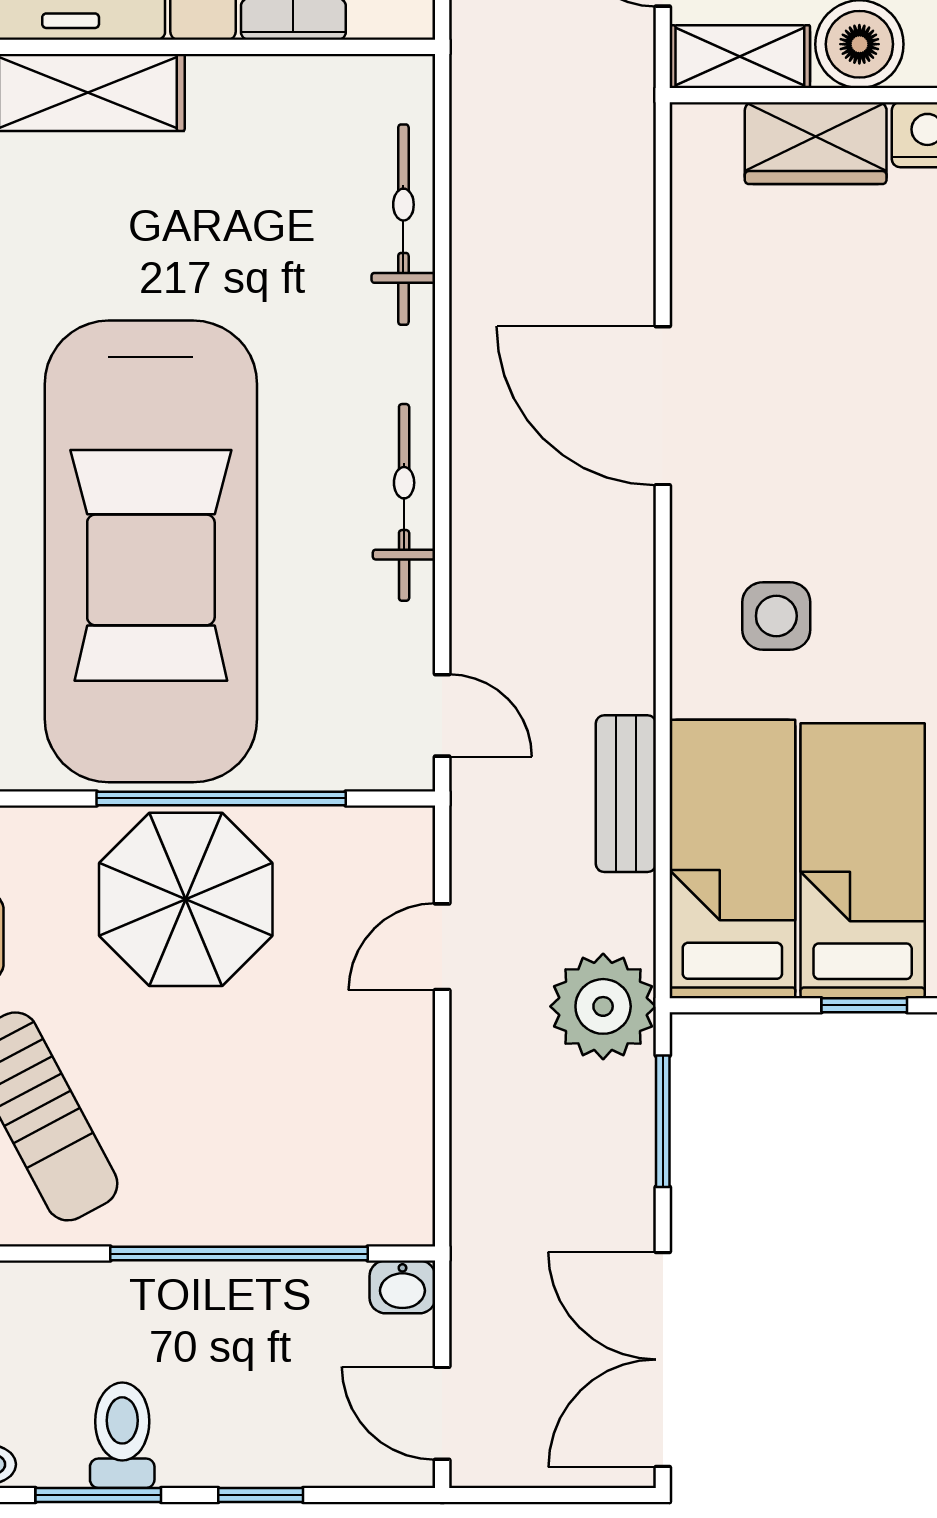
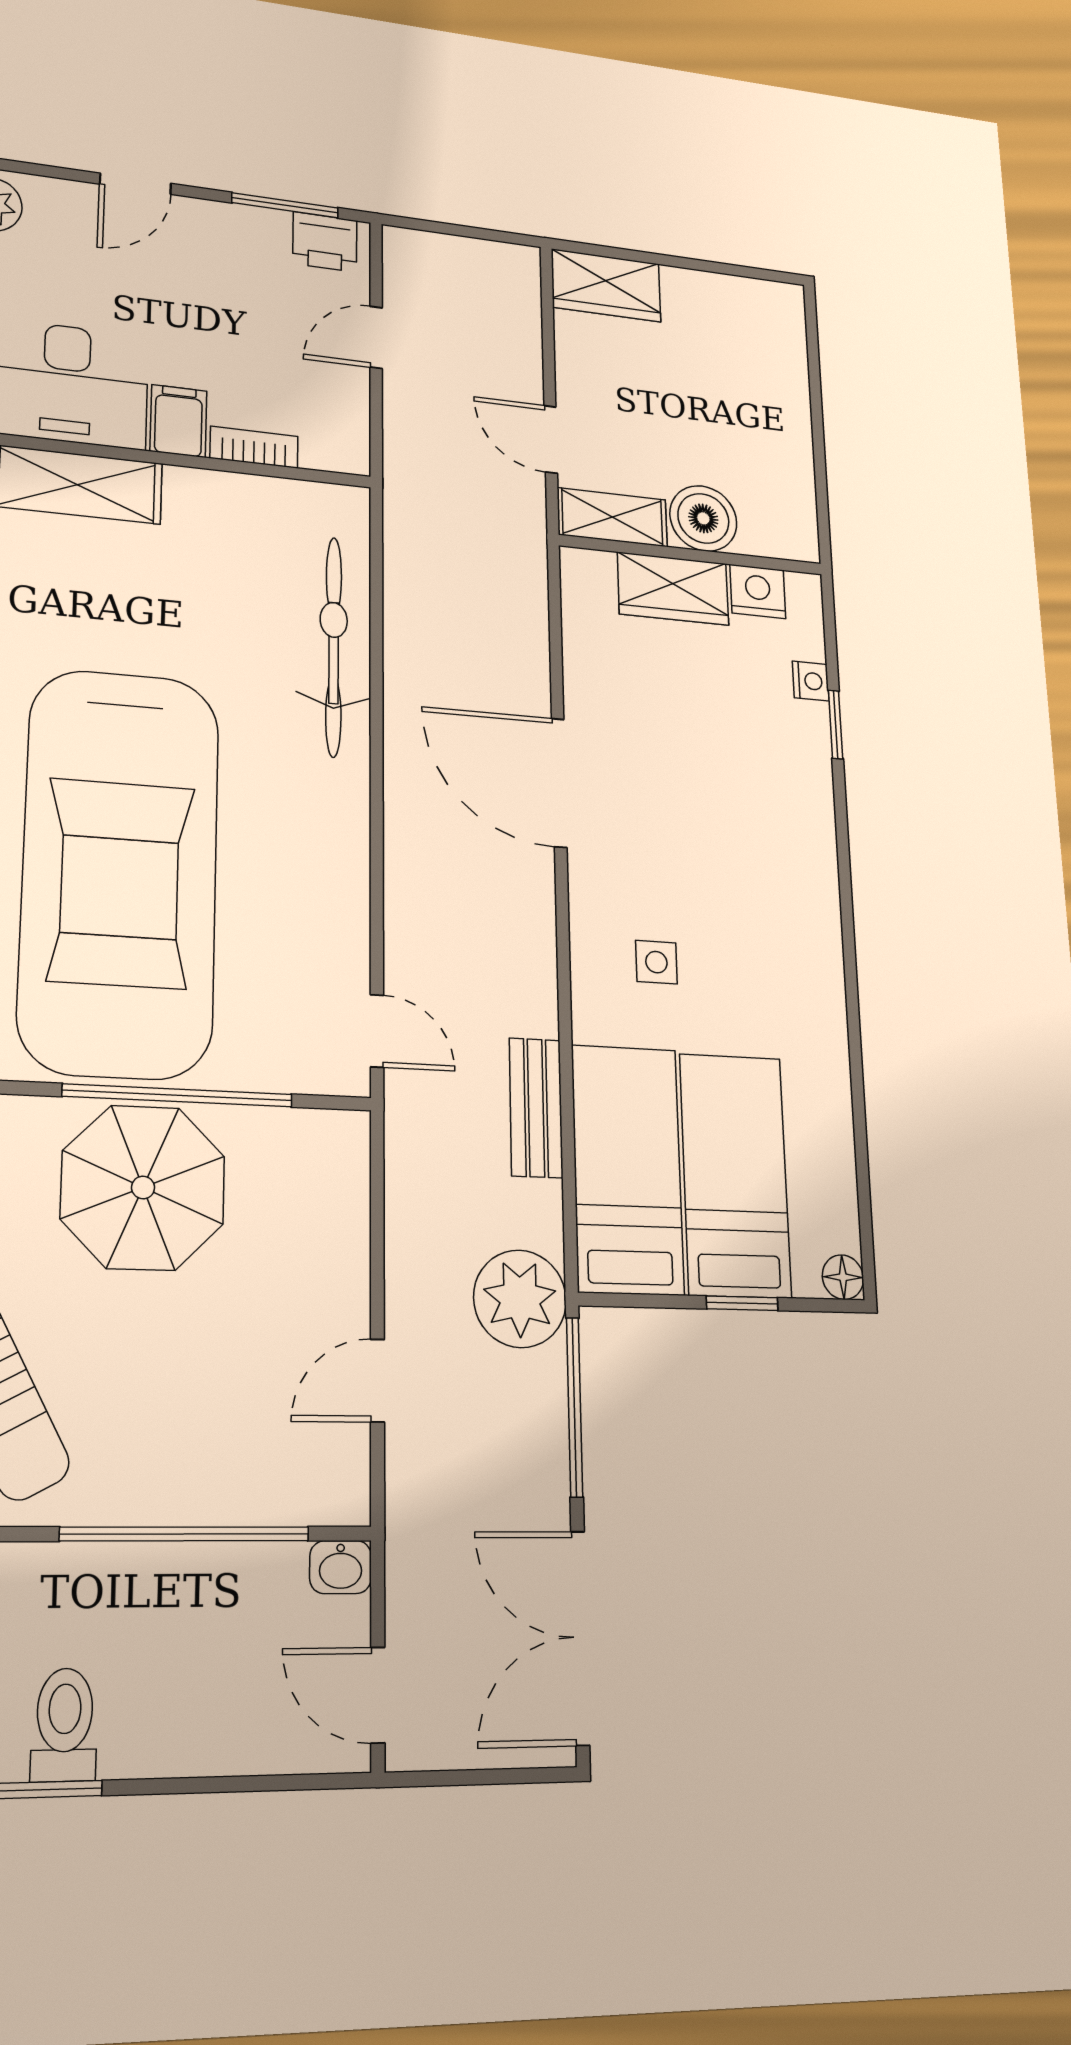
bicycle: (403, 225) -> (334, 646), width x1.37, depth x1.40
bicycle: (404, 502) -> (344, 845), removed
side table: (776, 616) -> (656, 962), width x0.73, depth x0.73
door: (442, 947) -> (377, 1381), moved
window: (663, 1121) -> (574, 1407), width x1.44
window: (261, 1495) -> (201, 1785), removed

